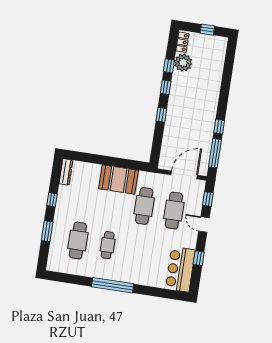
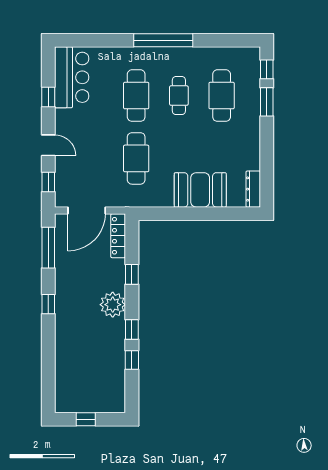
locker: (182, 42) -> (118, 236), moved, width x1.53
plant: (183, 63) -> (113, 305), moved
window: (161, 115) -> (132, 274), moved
window: (219, 127) -> (48, 304), moved
booth: (119, 179) -> (200, 190), moved
window: (52, 200) -> (267, 69), moved
cafe table: (174, 210) -> (136, 96), moved

